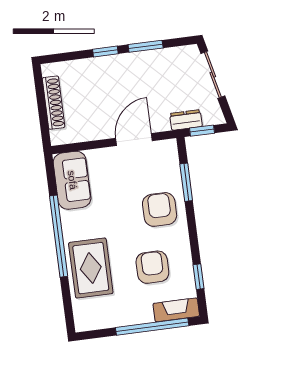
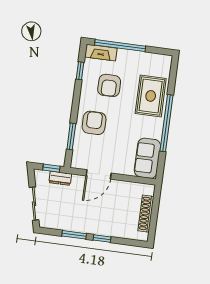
armchair: (160, 209) -> (94, 123), turned 180

